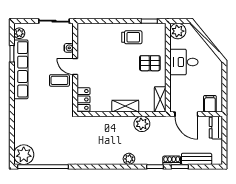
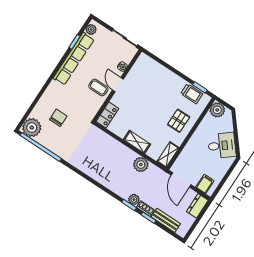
trolley: (132, 37) -> (192, 94), moved
desk: (184, 62) -> (222, 146), moved, turned 141
pallet: (150, 63) -> (179, 121), turned 90
chair: (42, 130) -> (58, 118), added
plant: (129, 159) -> (134, 199), moved

